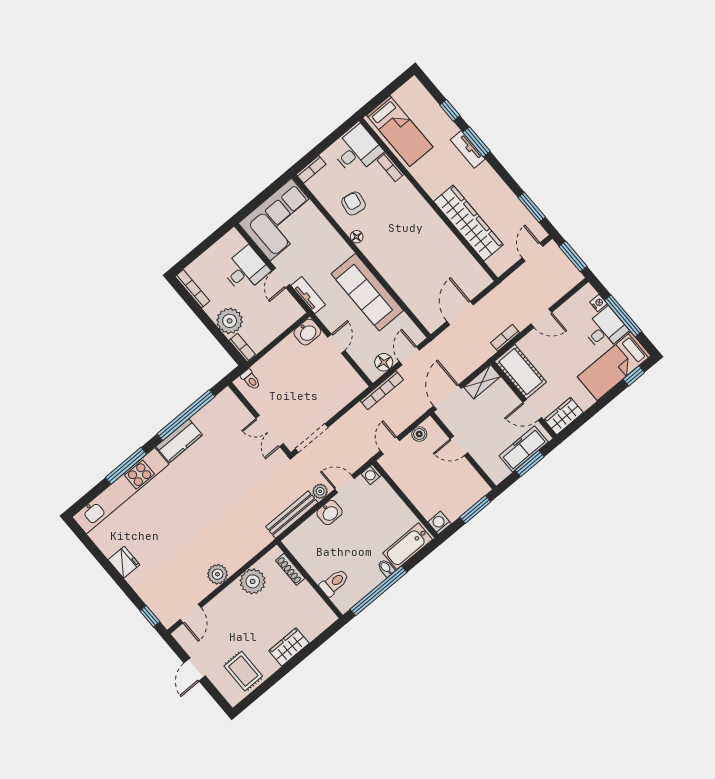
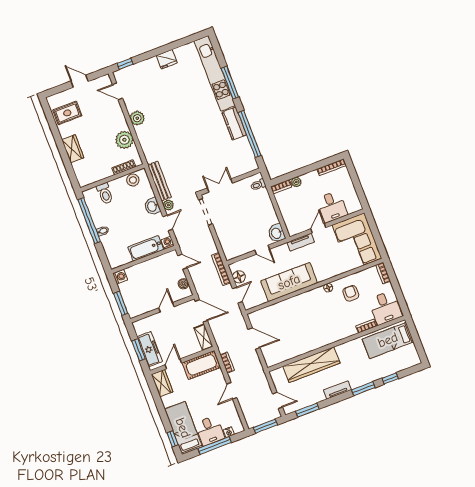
tv unit: (468, 149) -> (337, 390), moved
armchair: (354, 203) -> (351, 293), turned -100
door: (281, 278) -> (318, 228), hinge flipped
plant: (230, 321) -> (296, 182), width x0.53, depth x0.53
door: (409, 356) -> (237, 295), hinge flipped
bathtub: (408, 546) -> (146, 248), moved, turned -90
stool: (303, 551) -> (133, 180), added

